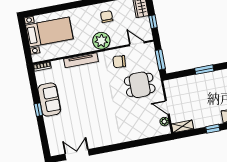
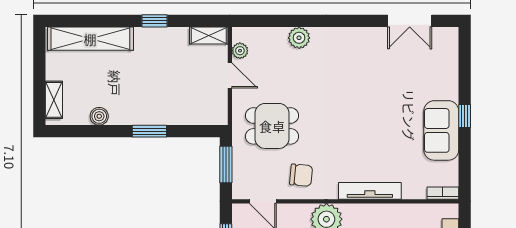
plant: (134, 134) -> (299, 38), added

